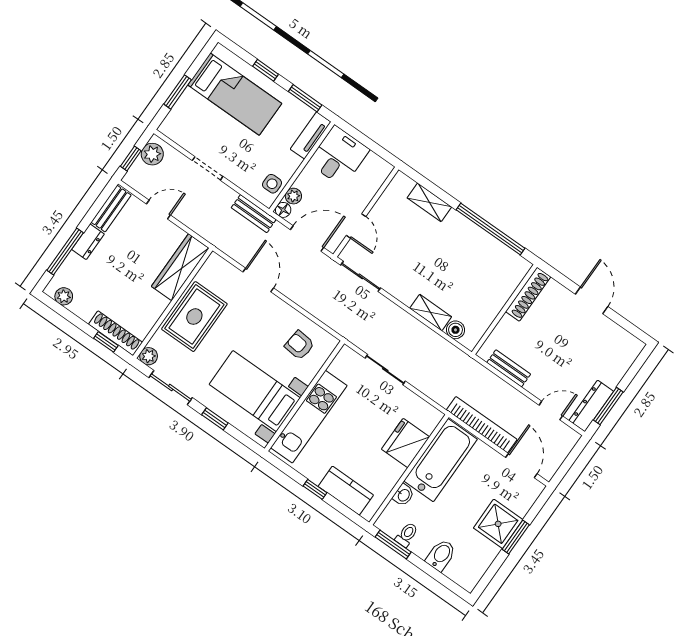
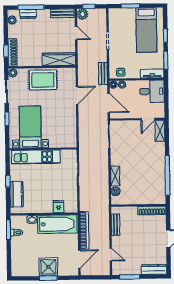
plant: (152, 154) -> (82, 14), moved
shelving: (429, 202) -> (160, 131), moved
door: (356, 226) -> (148, 119), moved
dresser: (88, 242) -> (28, 14), moved
armchair: (299, 345) -> (62, 132), removed
dresser: (591, 406) -> (154, 269), moved
fridge: (406, 443) -> (59, 207), width x0.53, depth x0.75
bidet: (441, 555) -> (18, 253), removed

